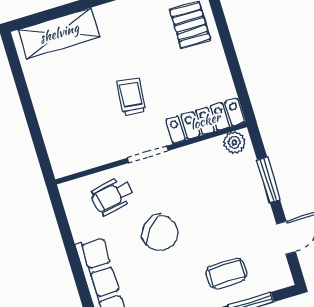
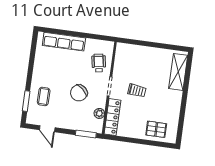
plant: (234, 142) -> (99, 113), moved
window: (269, 180) -> (86, 134), moved
chair: (160, 233) -> (79, 93), moved

